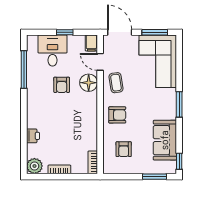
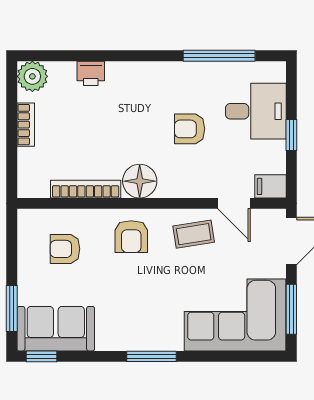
door: (100, 62) -> (234, 203), swing flipped
floor lamp: (89, 83) -> (140, 181), moved
sofa: (165, 140) -> (56, 329), moved
bookcase: (93, 162) -> (86, 189), moved, width x1.56

